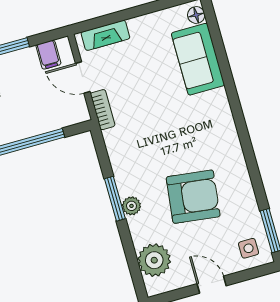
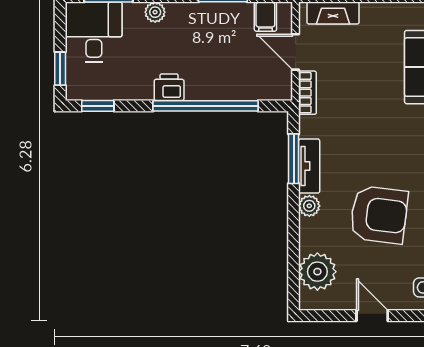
tv unit: (122, 172) -> (309, 166), added
window: (115, 199) -> (294, 159), moved

